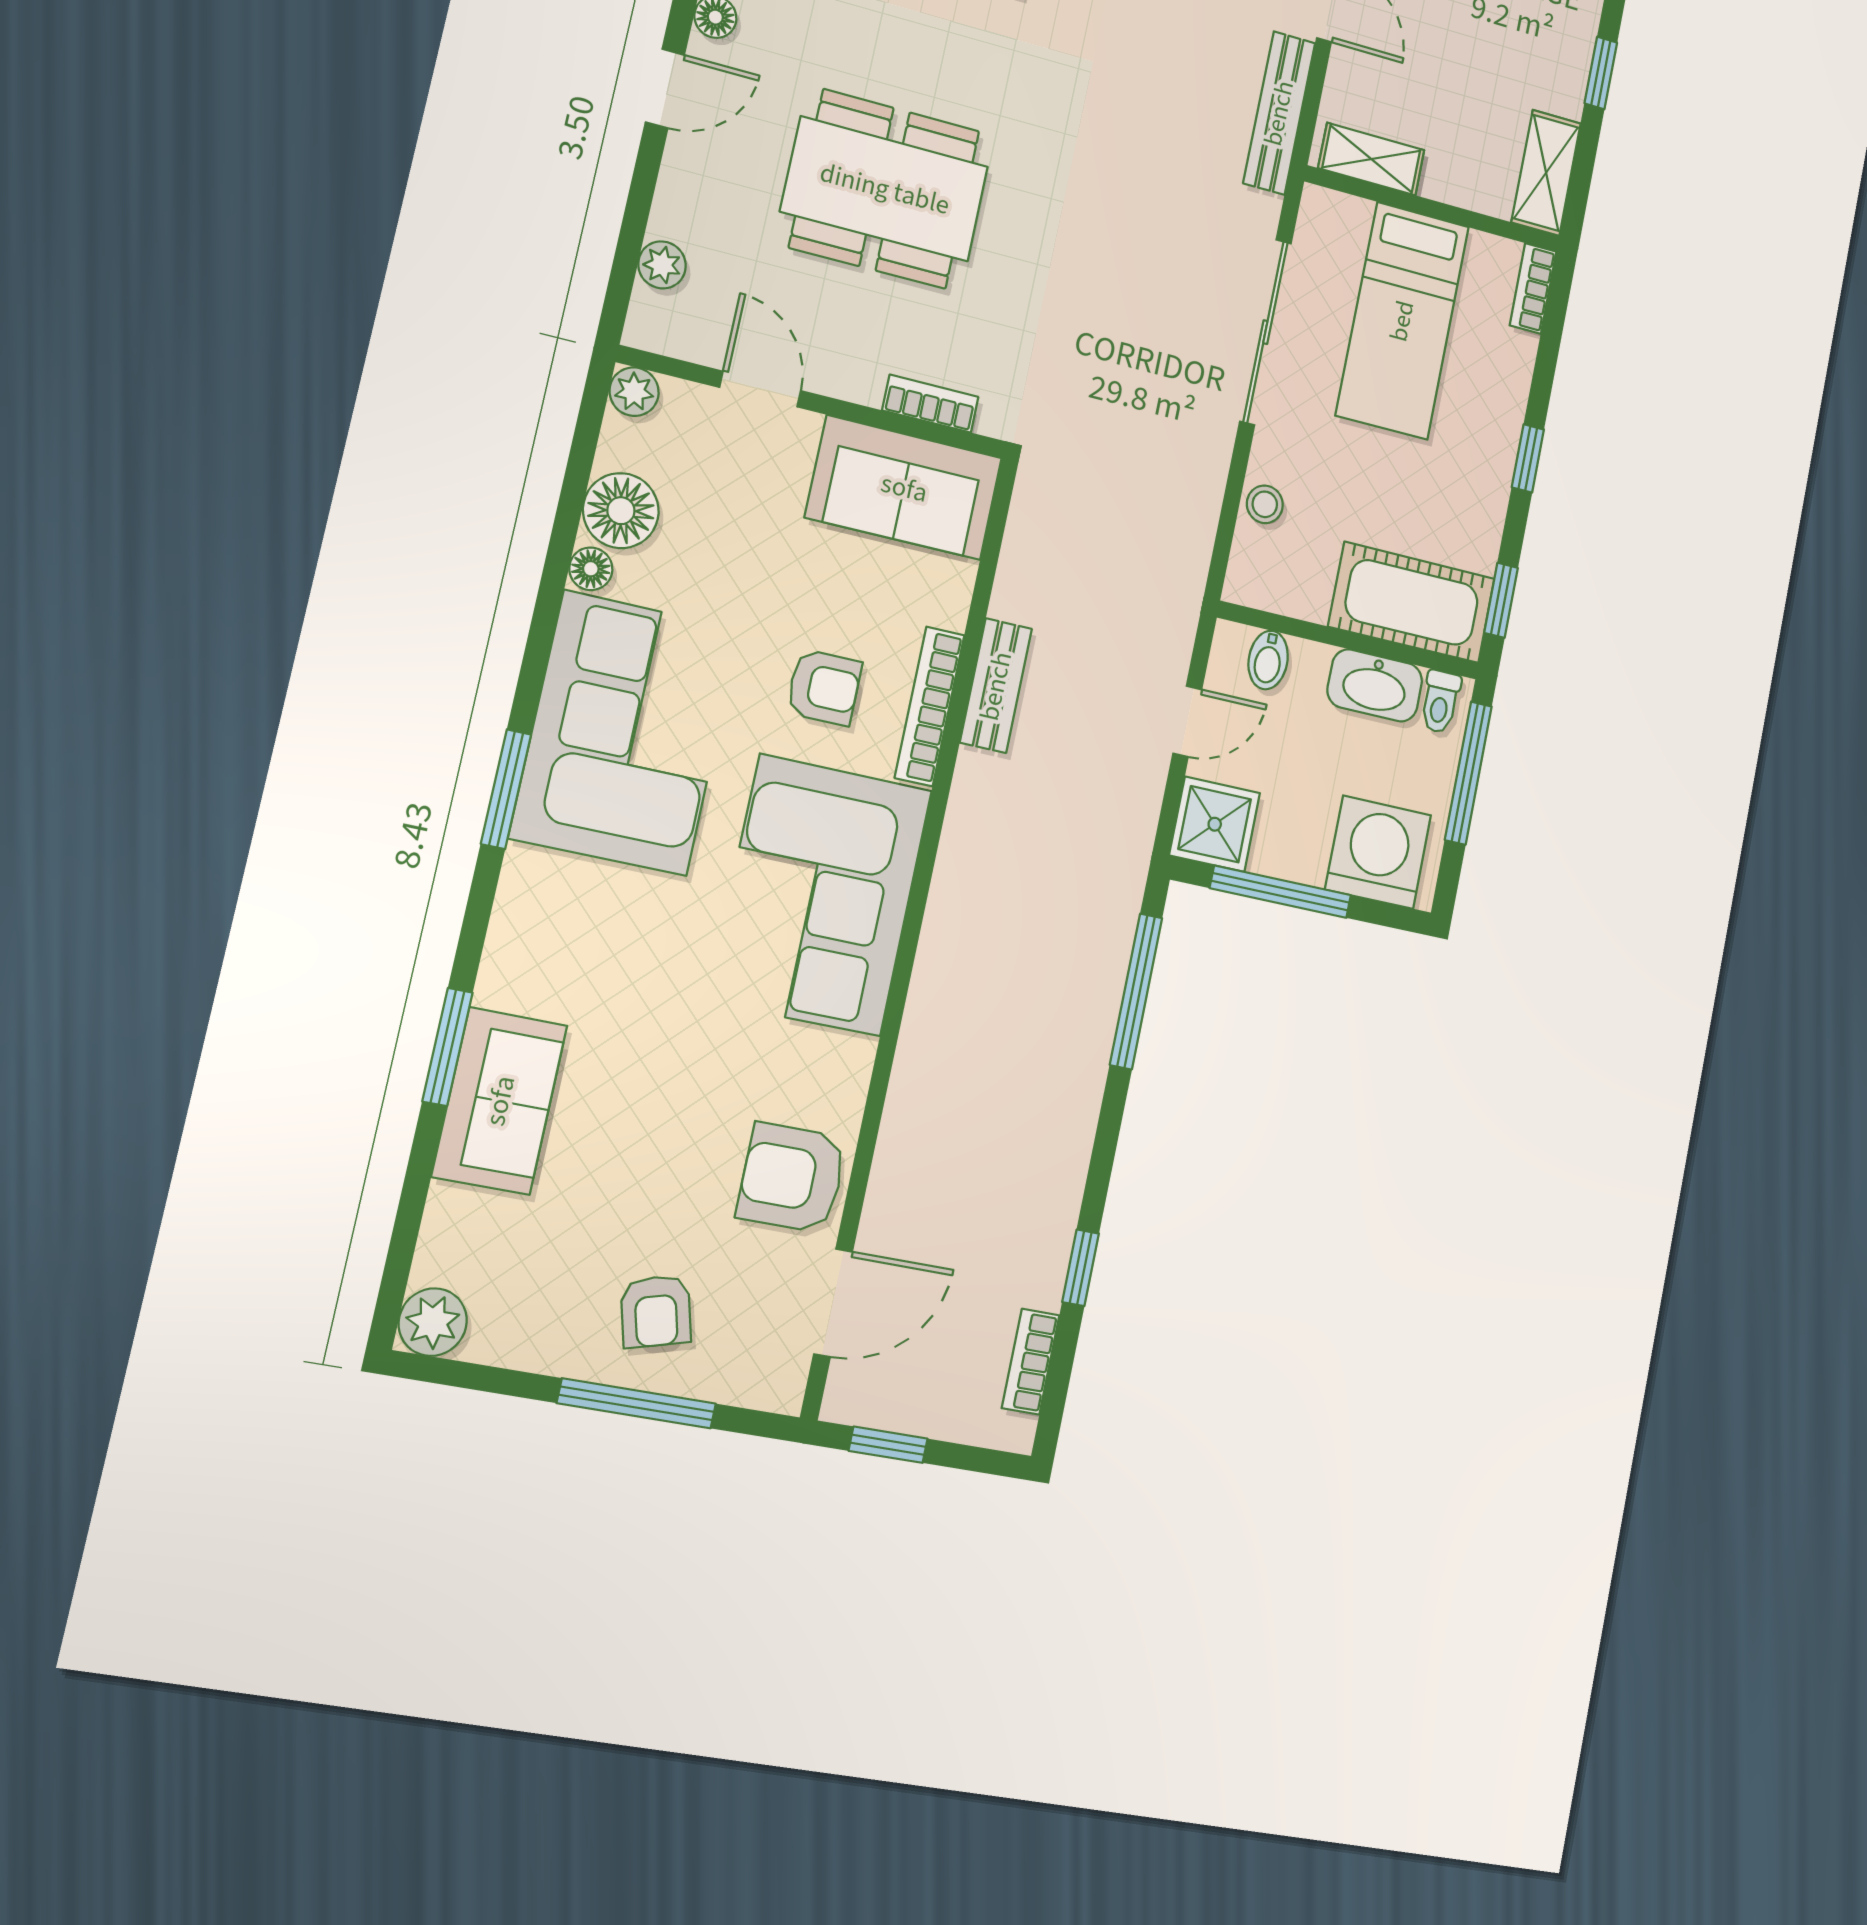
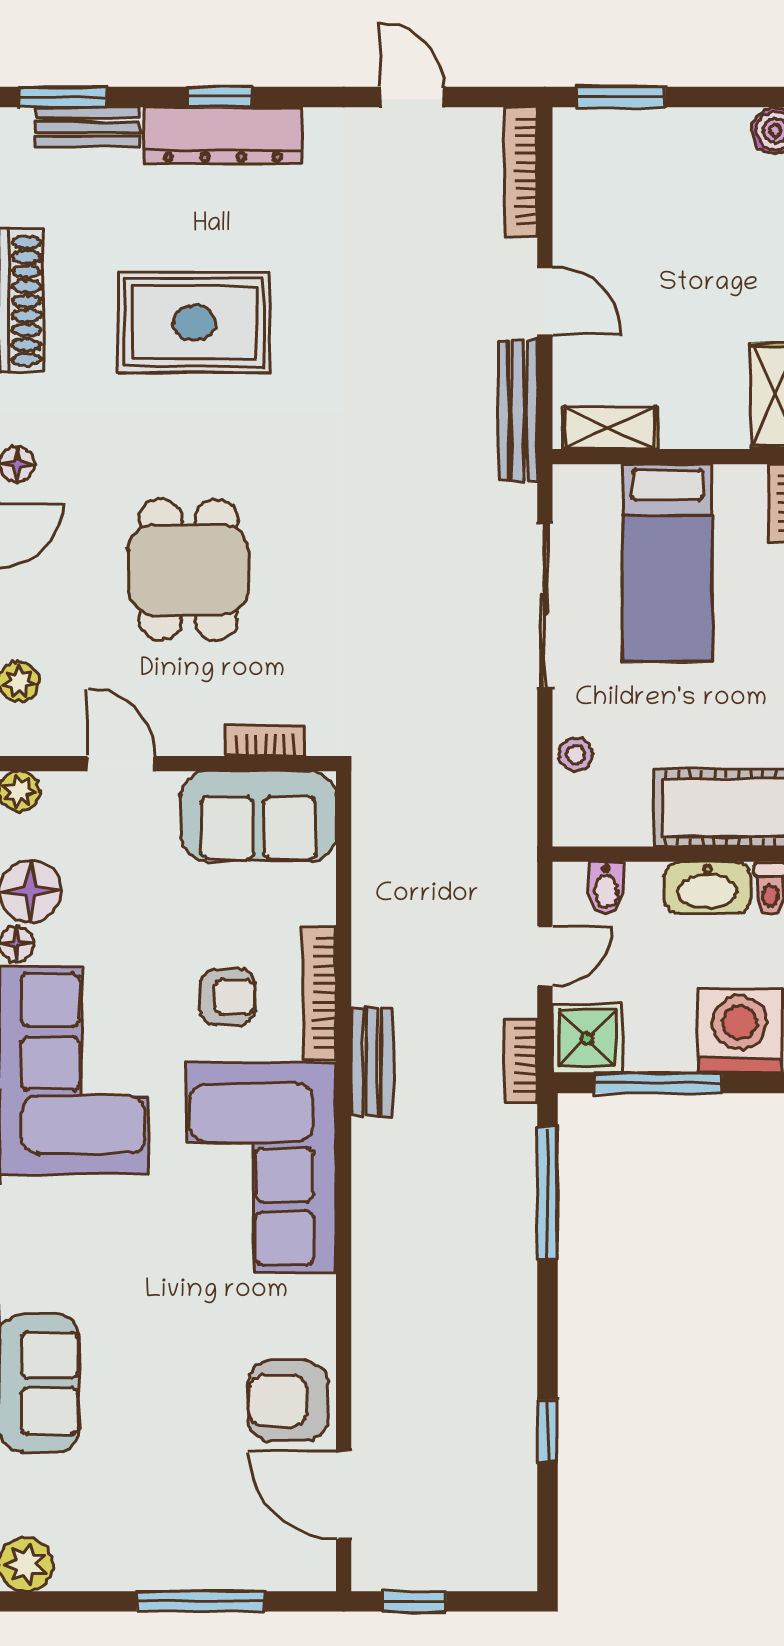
dining table: (885, 189) -> (188, 570), width x0.73
bench: (996, 686) -> (372, 1062), moved
door: (833, 1303) -> (344, 1495), swing flipped
armchair: (656, 1311) -> (200, 1526), removed
bookcase: (1031, 1362) -> (521, 1061), moved

